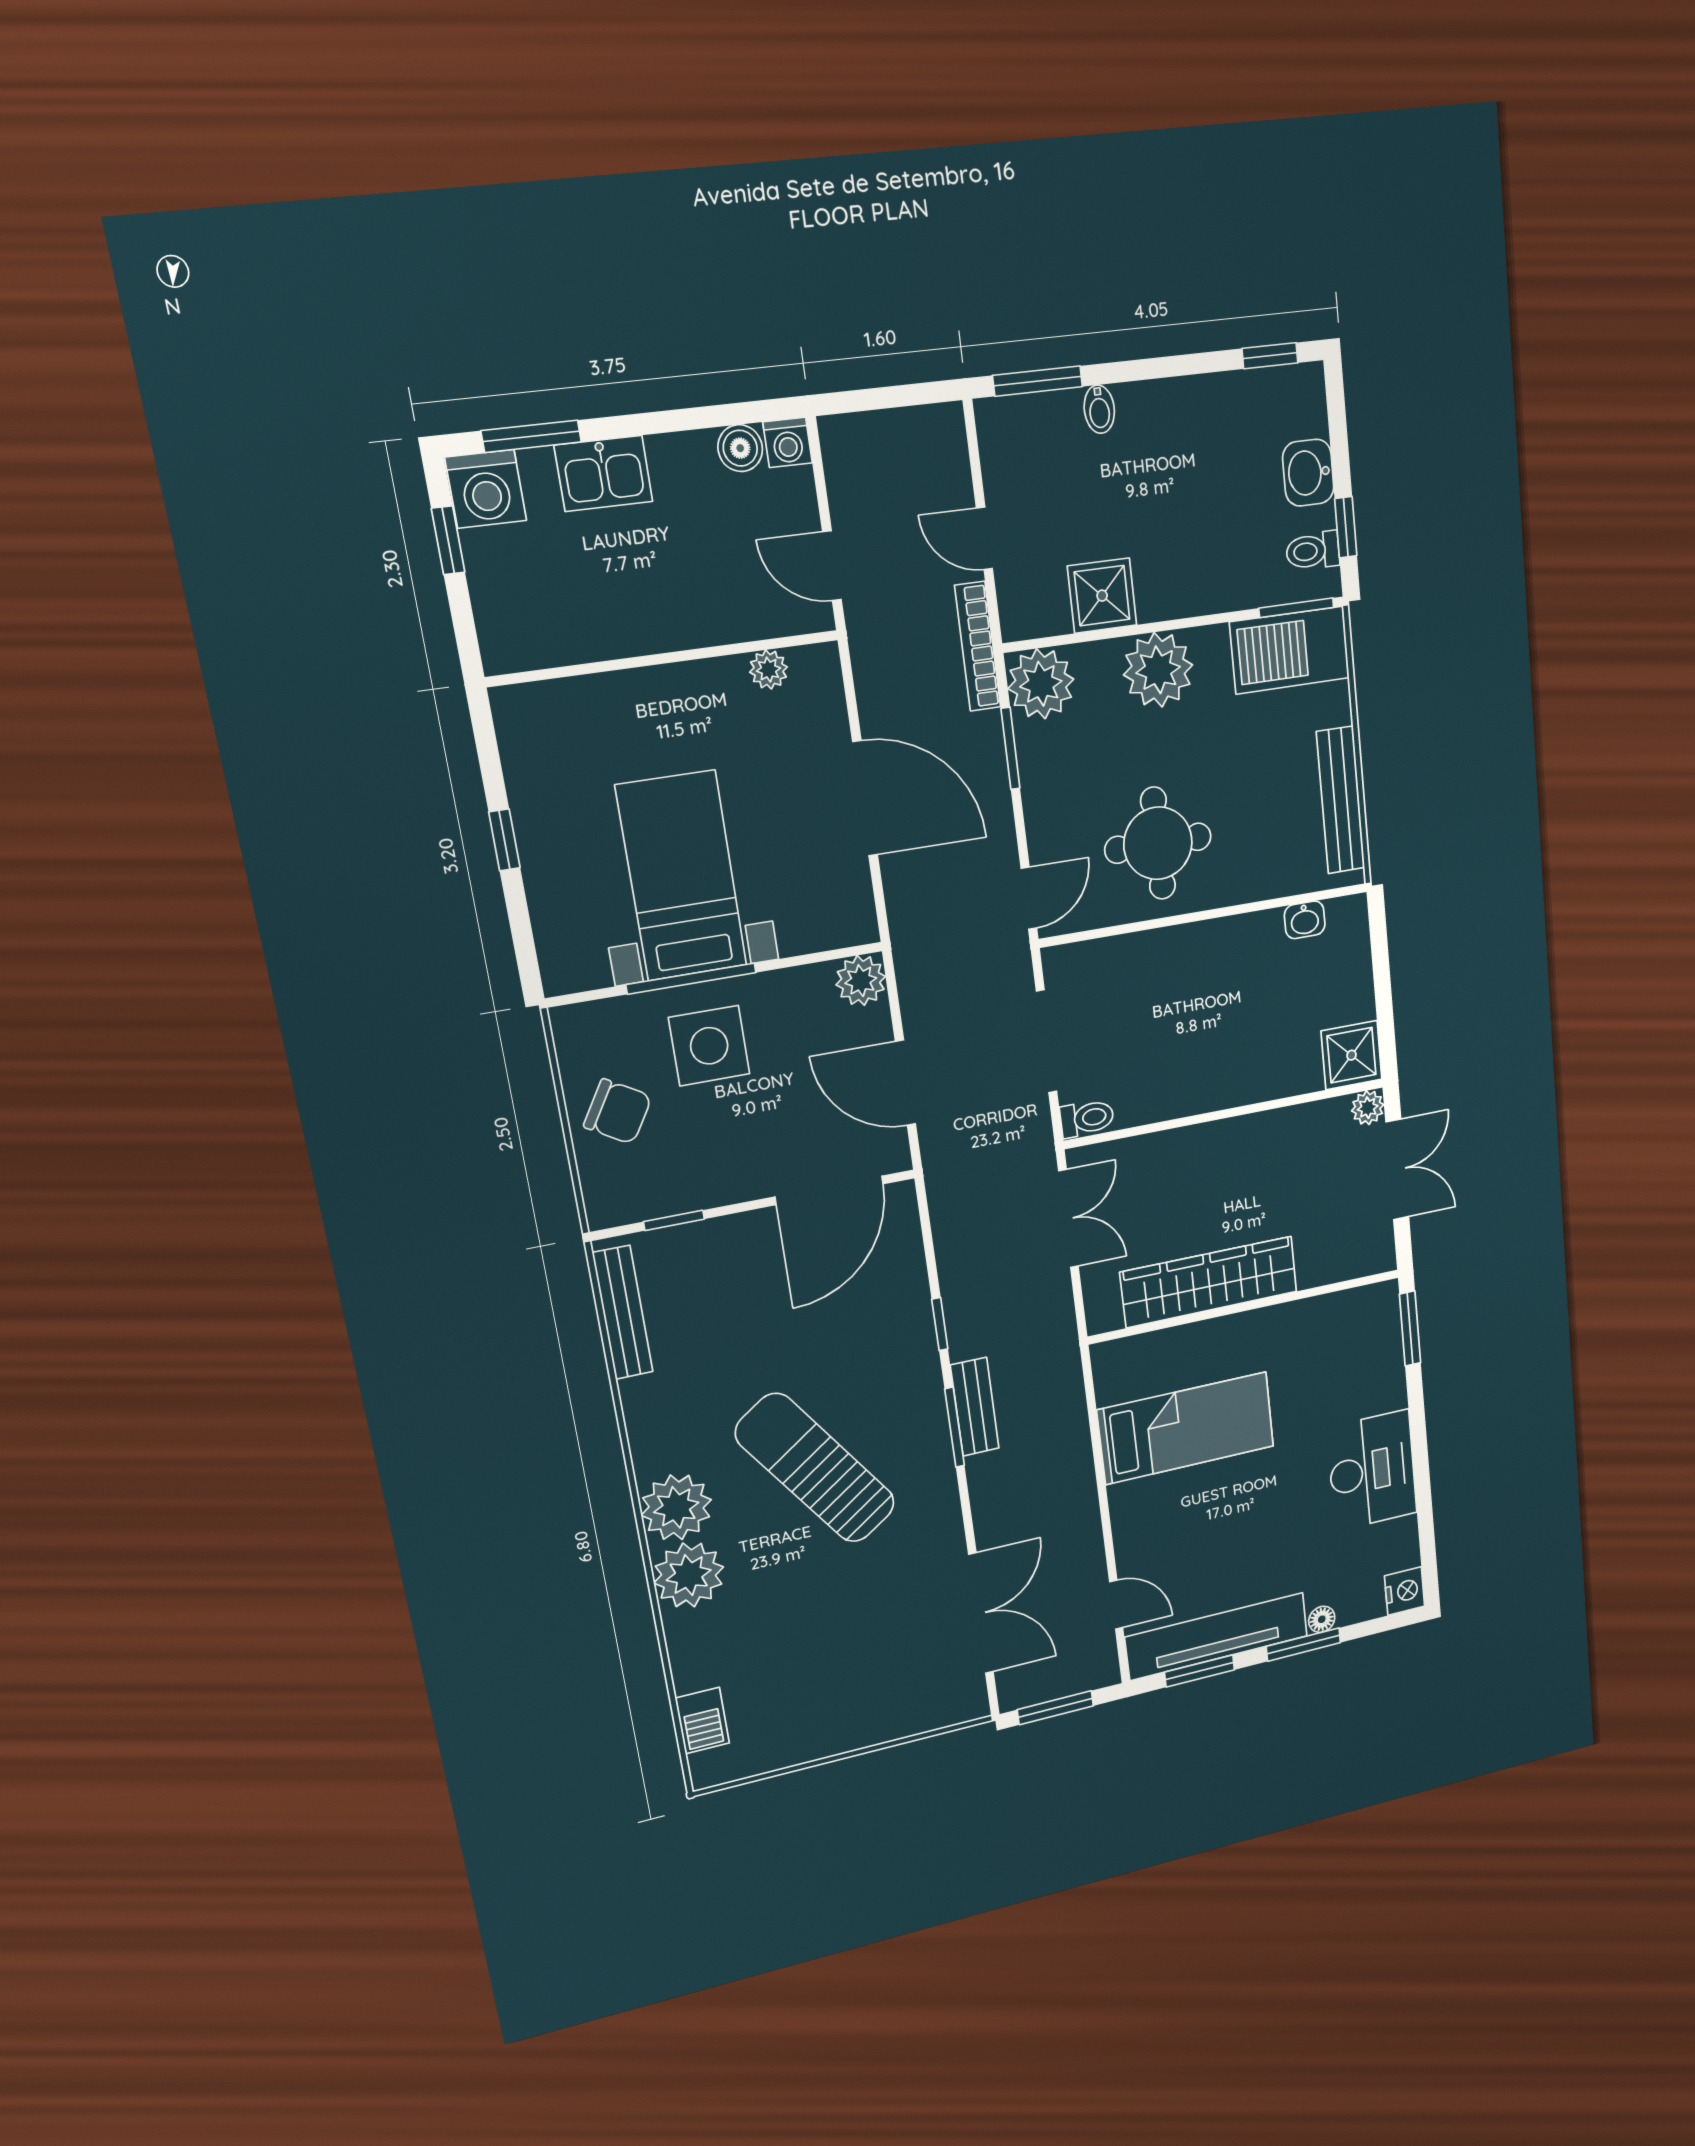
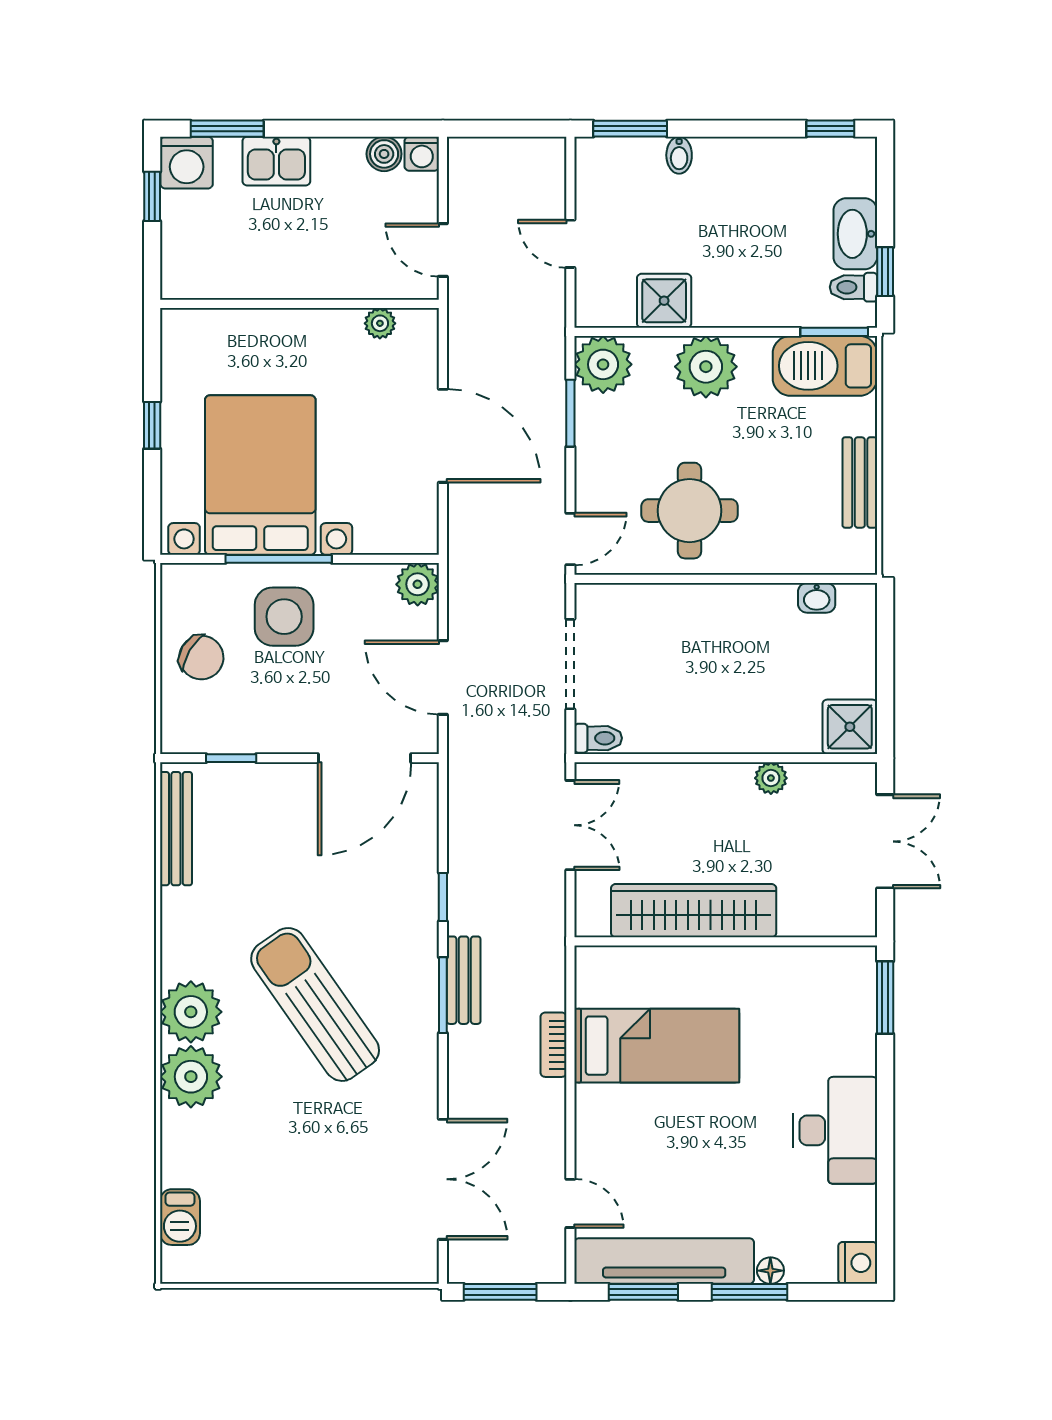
washbasin: (1308, 473) -> (855, 234), width x1.38
bookcase: (978, 646) -> (553, 1045), moved, width x0.64
bench: (1341, 800) -> (860, 482), width x0.73
bed with nightstands: (682, 876) -> (260, 475), width x1.36
plant: (1368, 1108) -> (771, 778), moved

